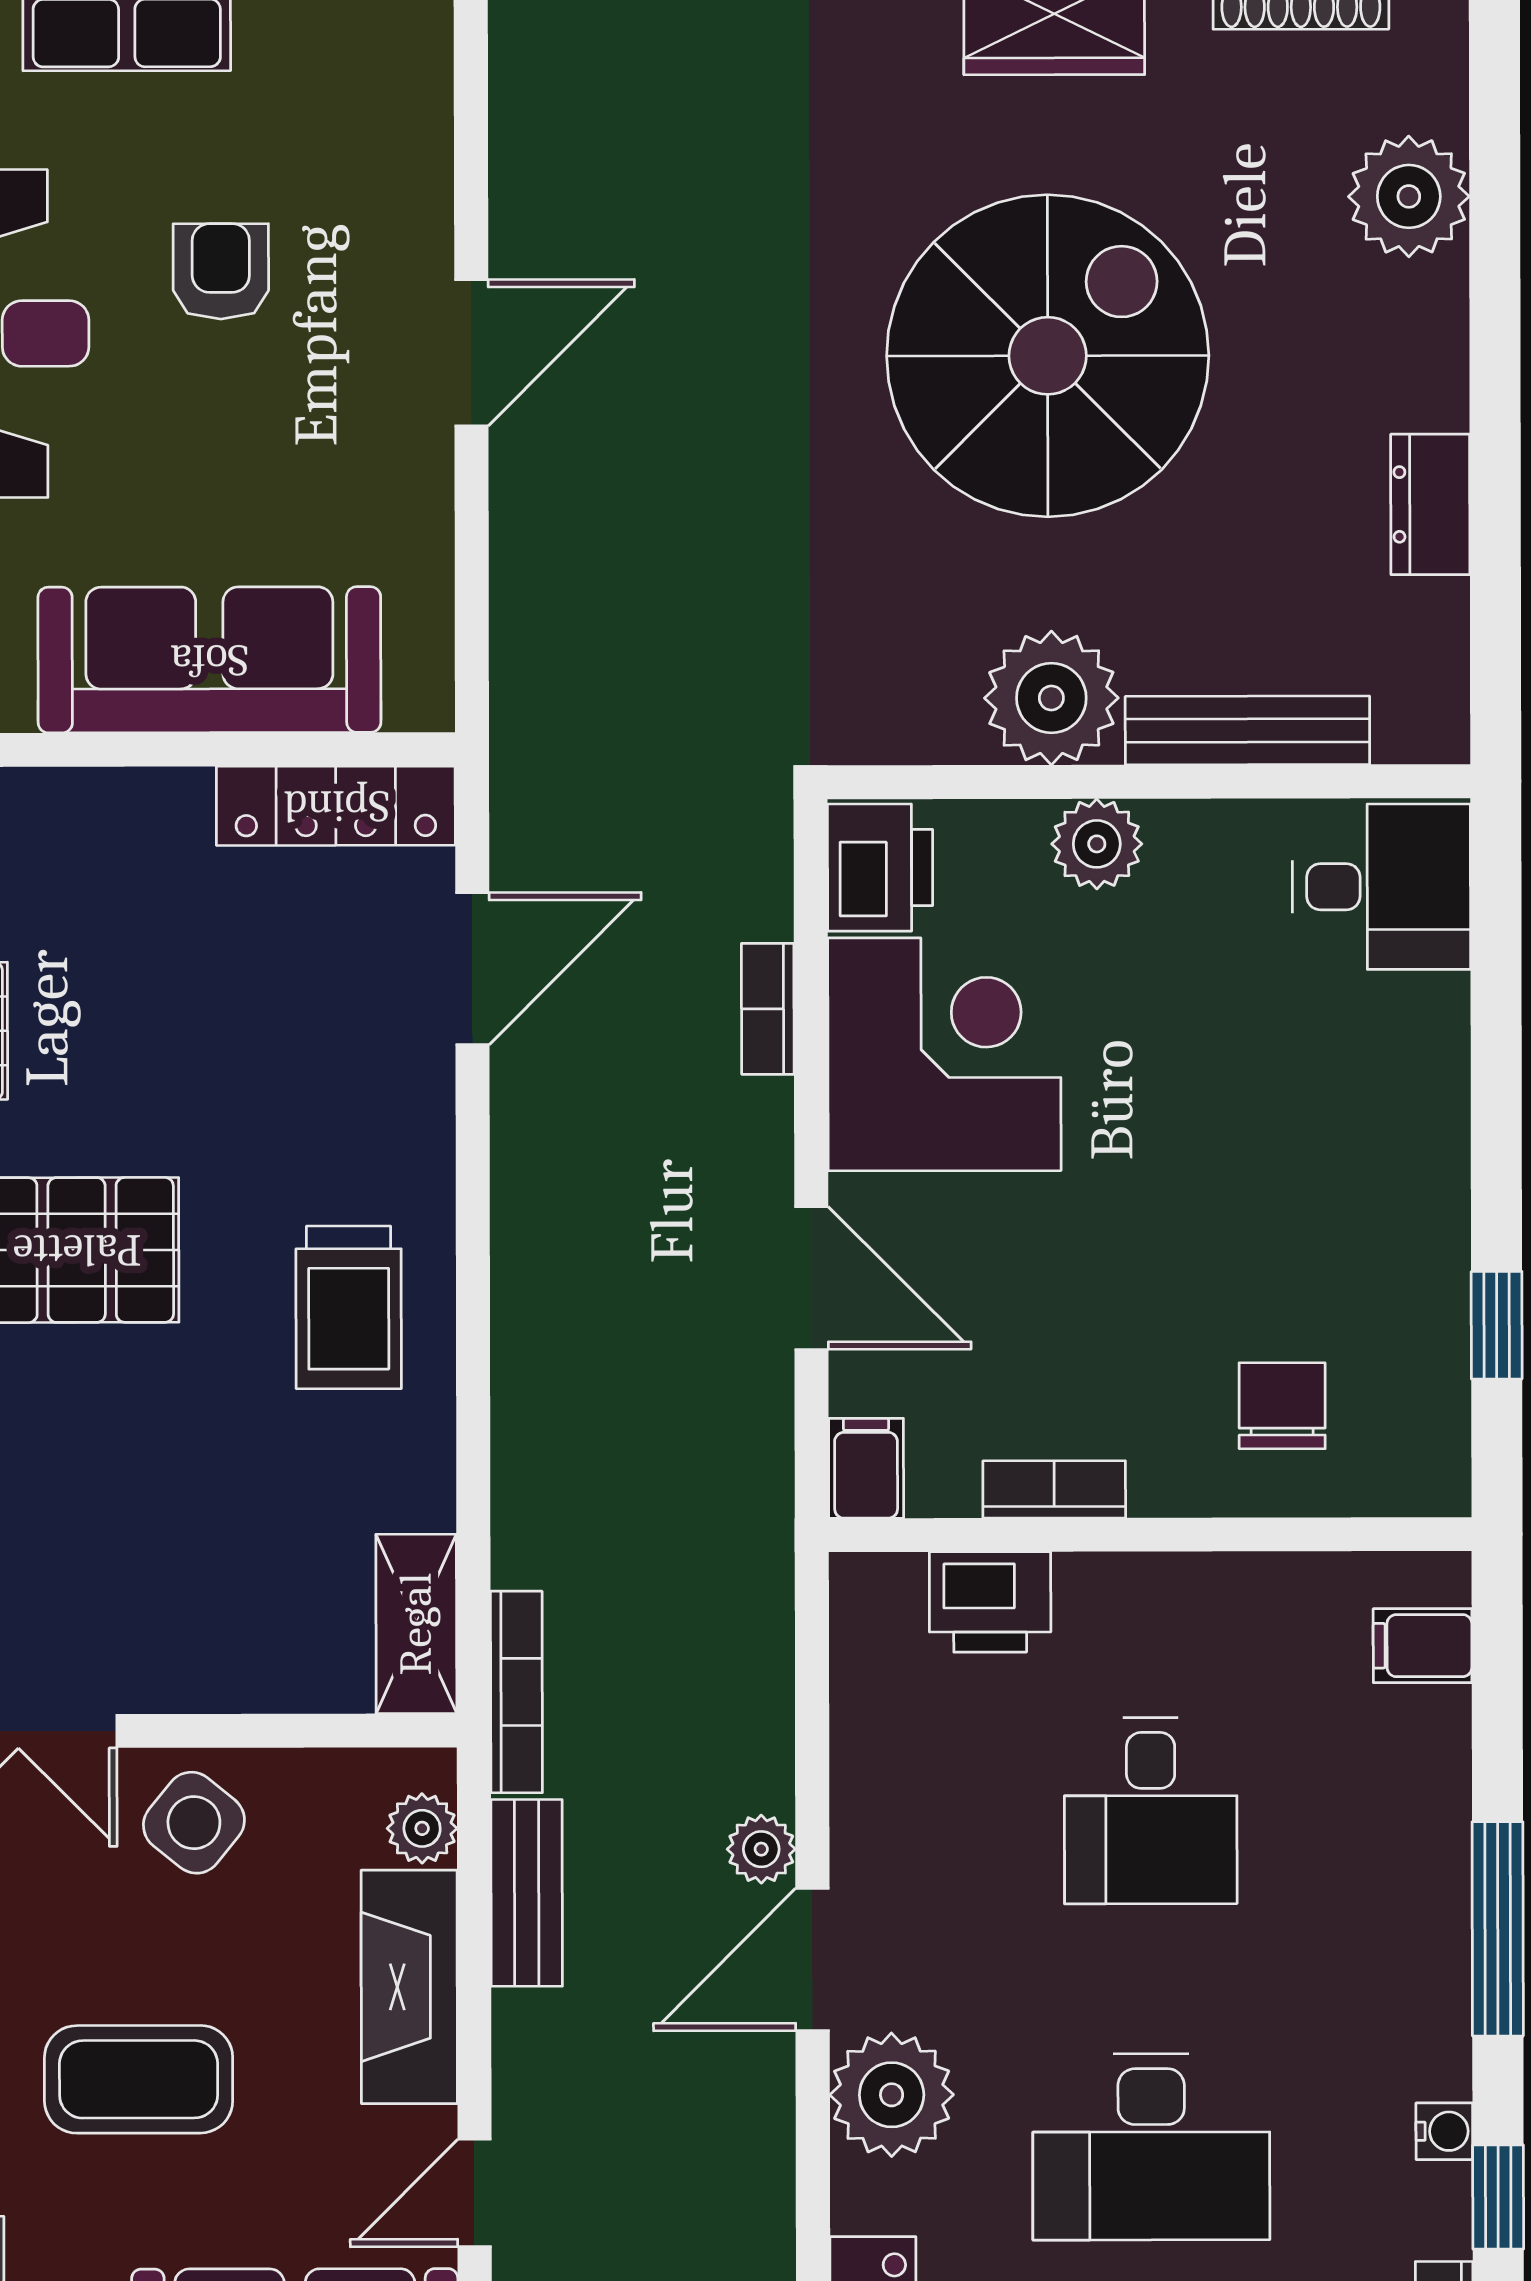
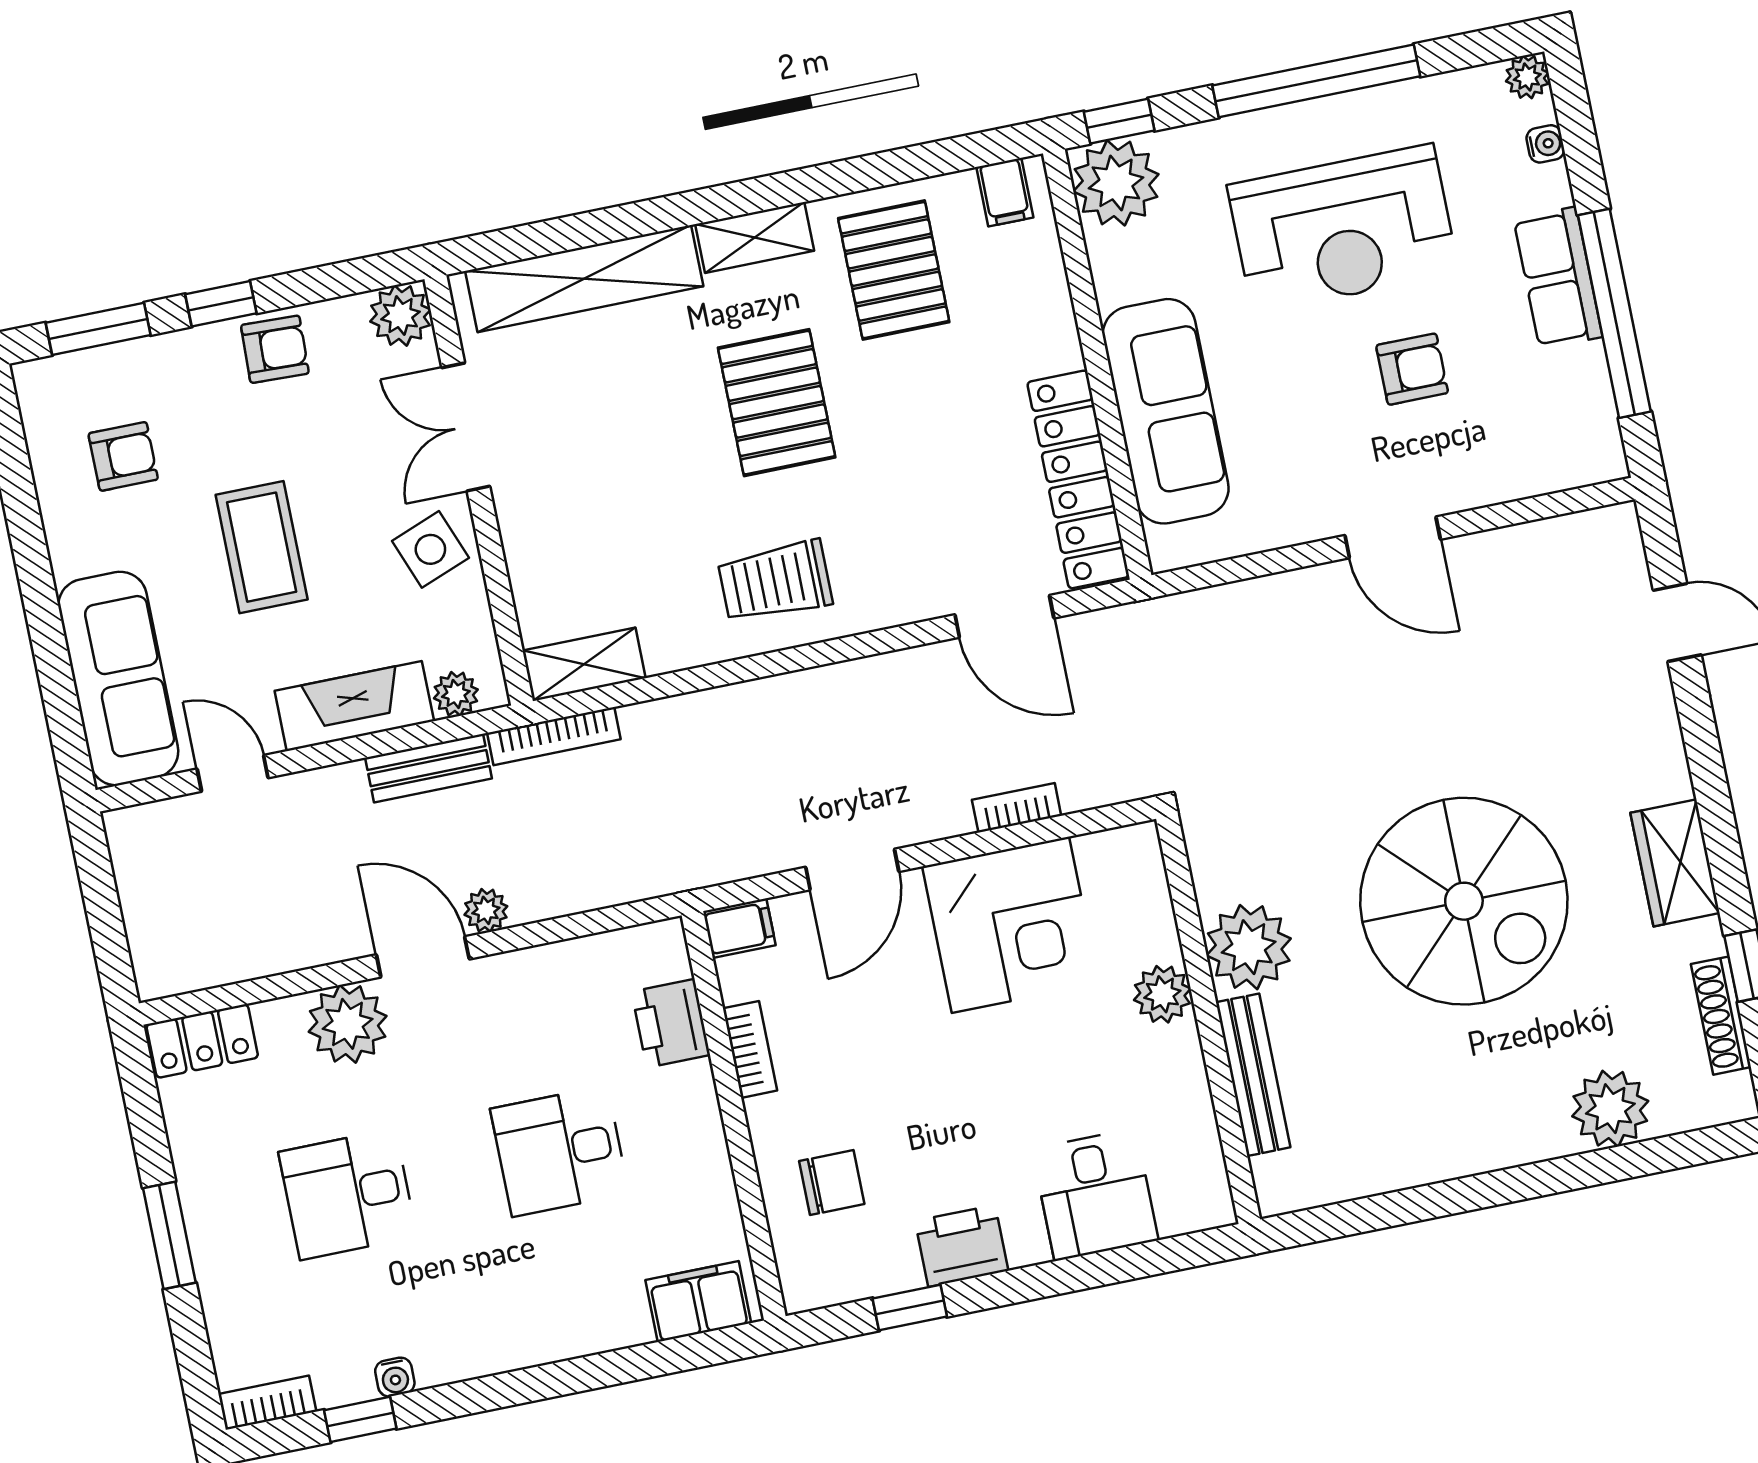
dresser: (1430, 504) -> (1419, 1161), removed
locker: (336, 806) -> (1078, 479), width x1.41, depth x1.21
printer: (880, 868) -> (962, 1246), moved, turned 180
desk: (1381, 887) -> (1095, 1195), moved
filing cabinet: (1423, 1646) -> (698, 1302), width x2.00
side table: (194, 1823) -> (430, 549), turned 30
window: (1498, 1929) -> (529, 1385), removed
desk: (1151, 2147) -> (348, 1194), width x0.73

